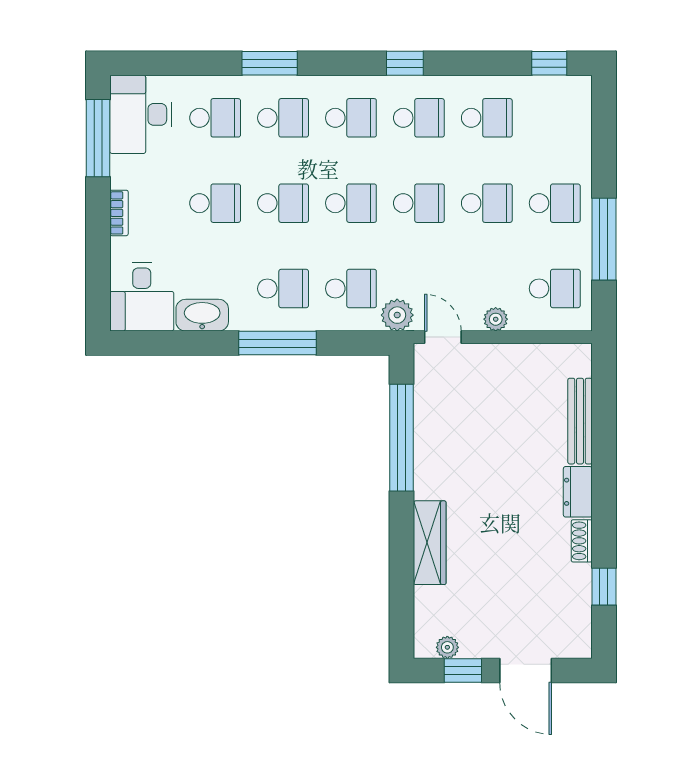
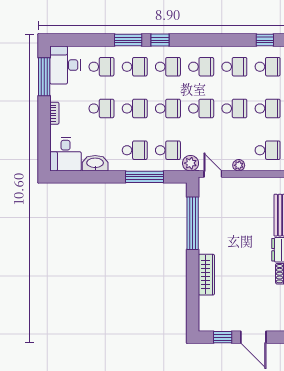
window: (405, 63) -> (160, 40), moved
school desk: (555, 118) -> (268, 67), added
window: (277, 343) -> (145, 177), moved
plant: (447, 647) -> (215, 326), removed

